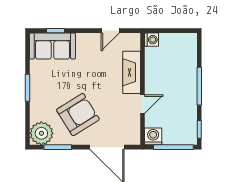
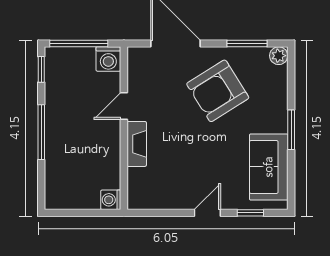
door: (110, 31) -> (207, 213), moved
sofa: (52, 46) -> (269, 167), moved, turned -90
fireplace: (132, 72) -> (137, 144), width x0.73, depth x0.76
plant: (41, 133) -> (279, 56), width x0.53, depth x0.53

